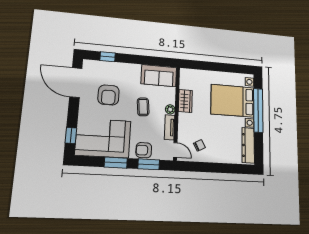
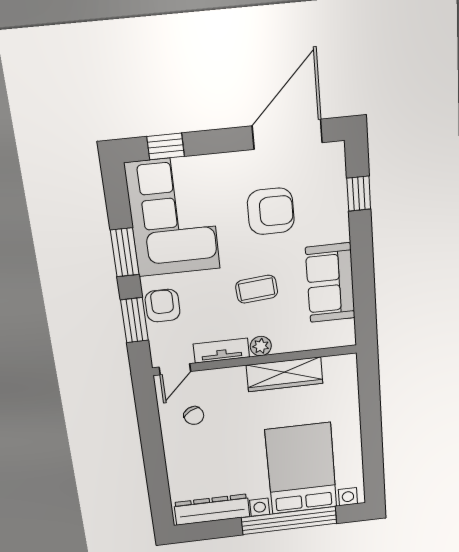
sofa: (159, 76) -> (330, 283), moved
armchair: (109, 95) -> (271, 211), turned 180
wardrobe: (185, 101) -> (285, 374), width x1.50

